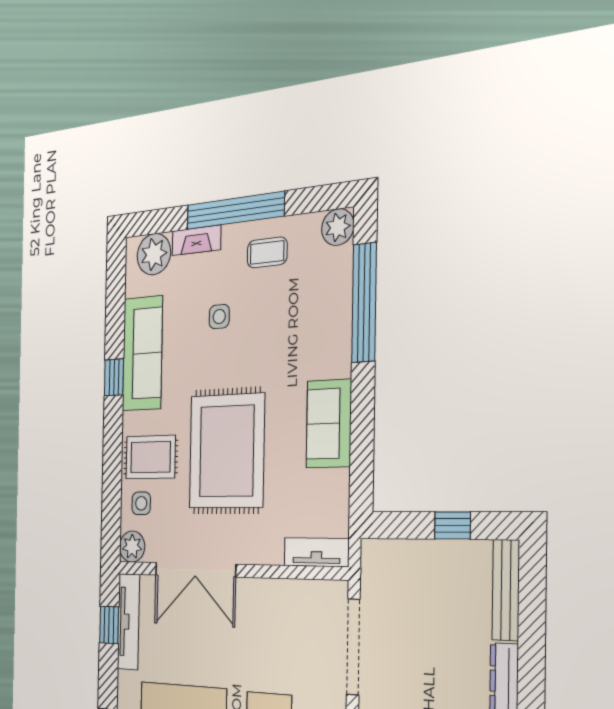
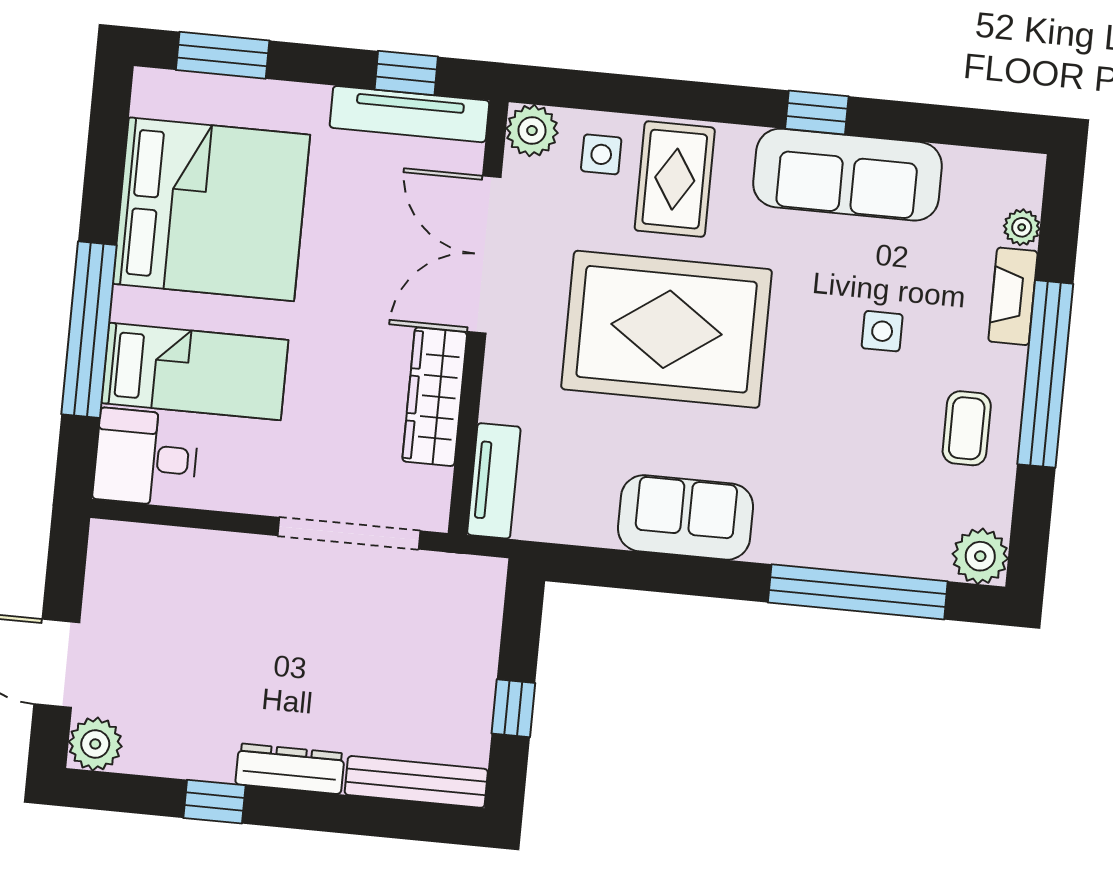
plant: (154, 254) -> (1022, 227), width x0.53, depth x0.53
wardrobe: (272, 595) -> (435, 397), added

